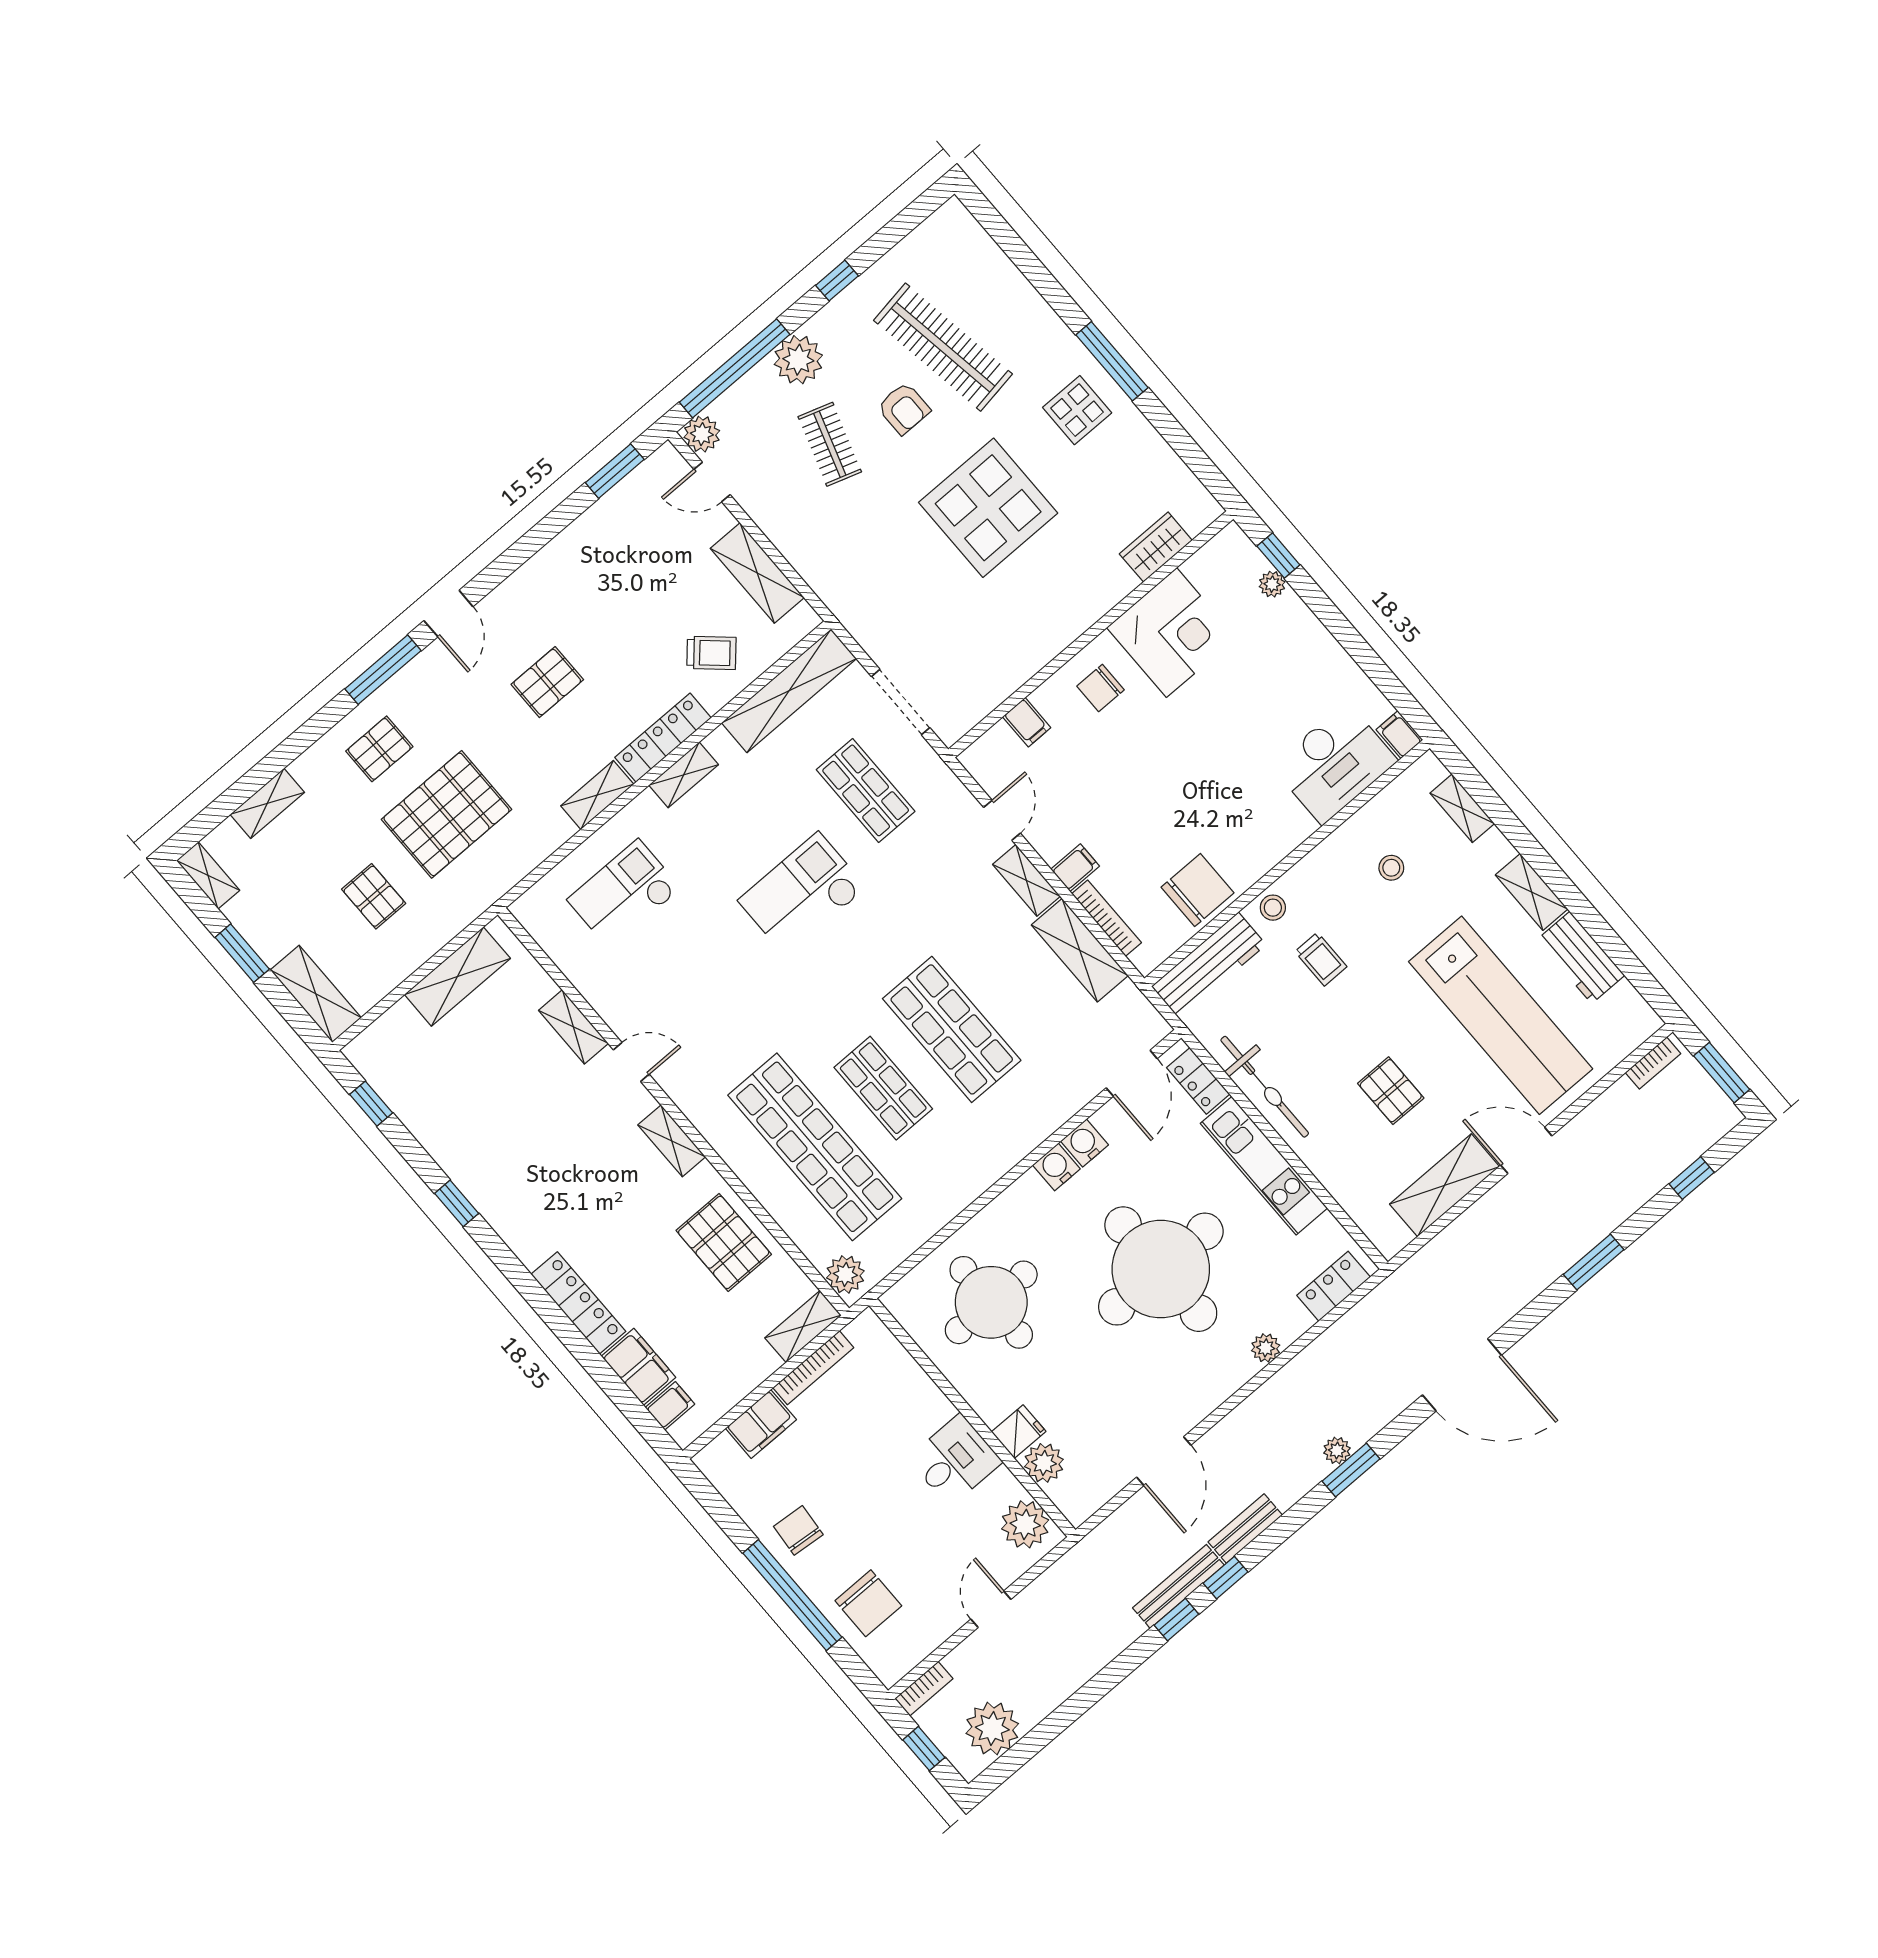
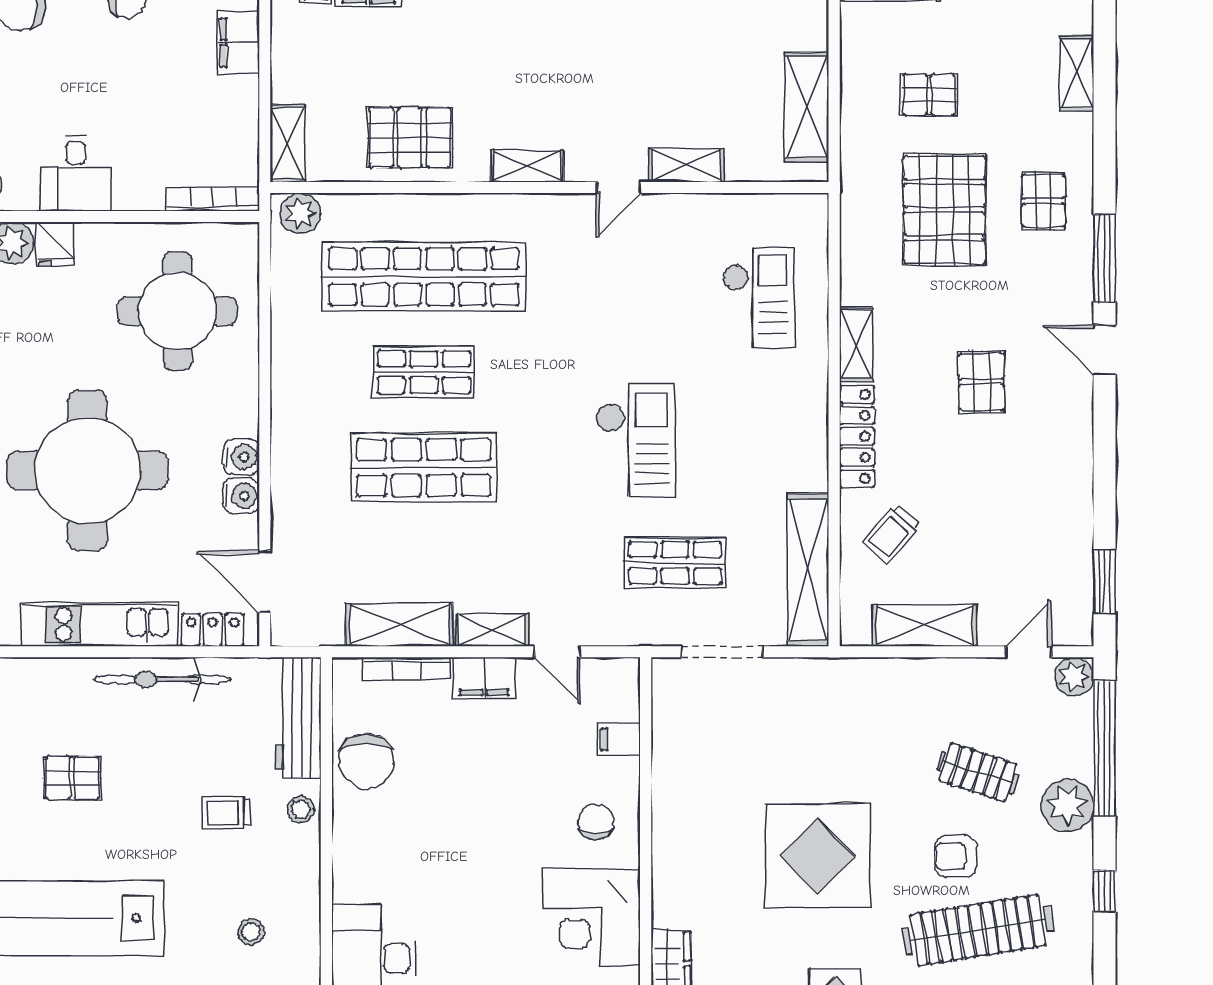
shelving: (684, 775) -> (813, 427), removed
filing cabinet: (1075, 868) -> (484, 678), width x2.00
bookcase: (813, 1368) -> (213, 199), moved, turned 90

